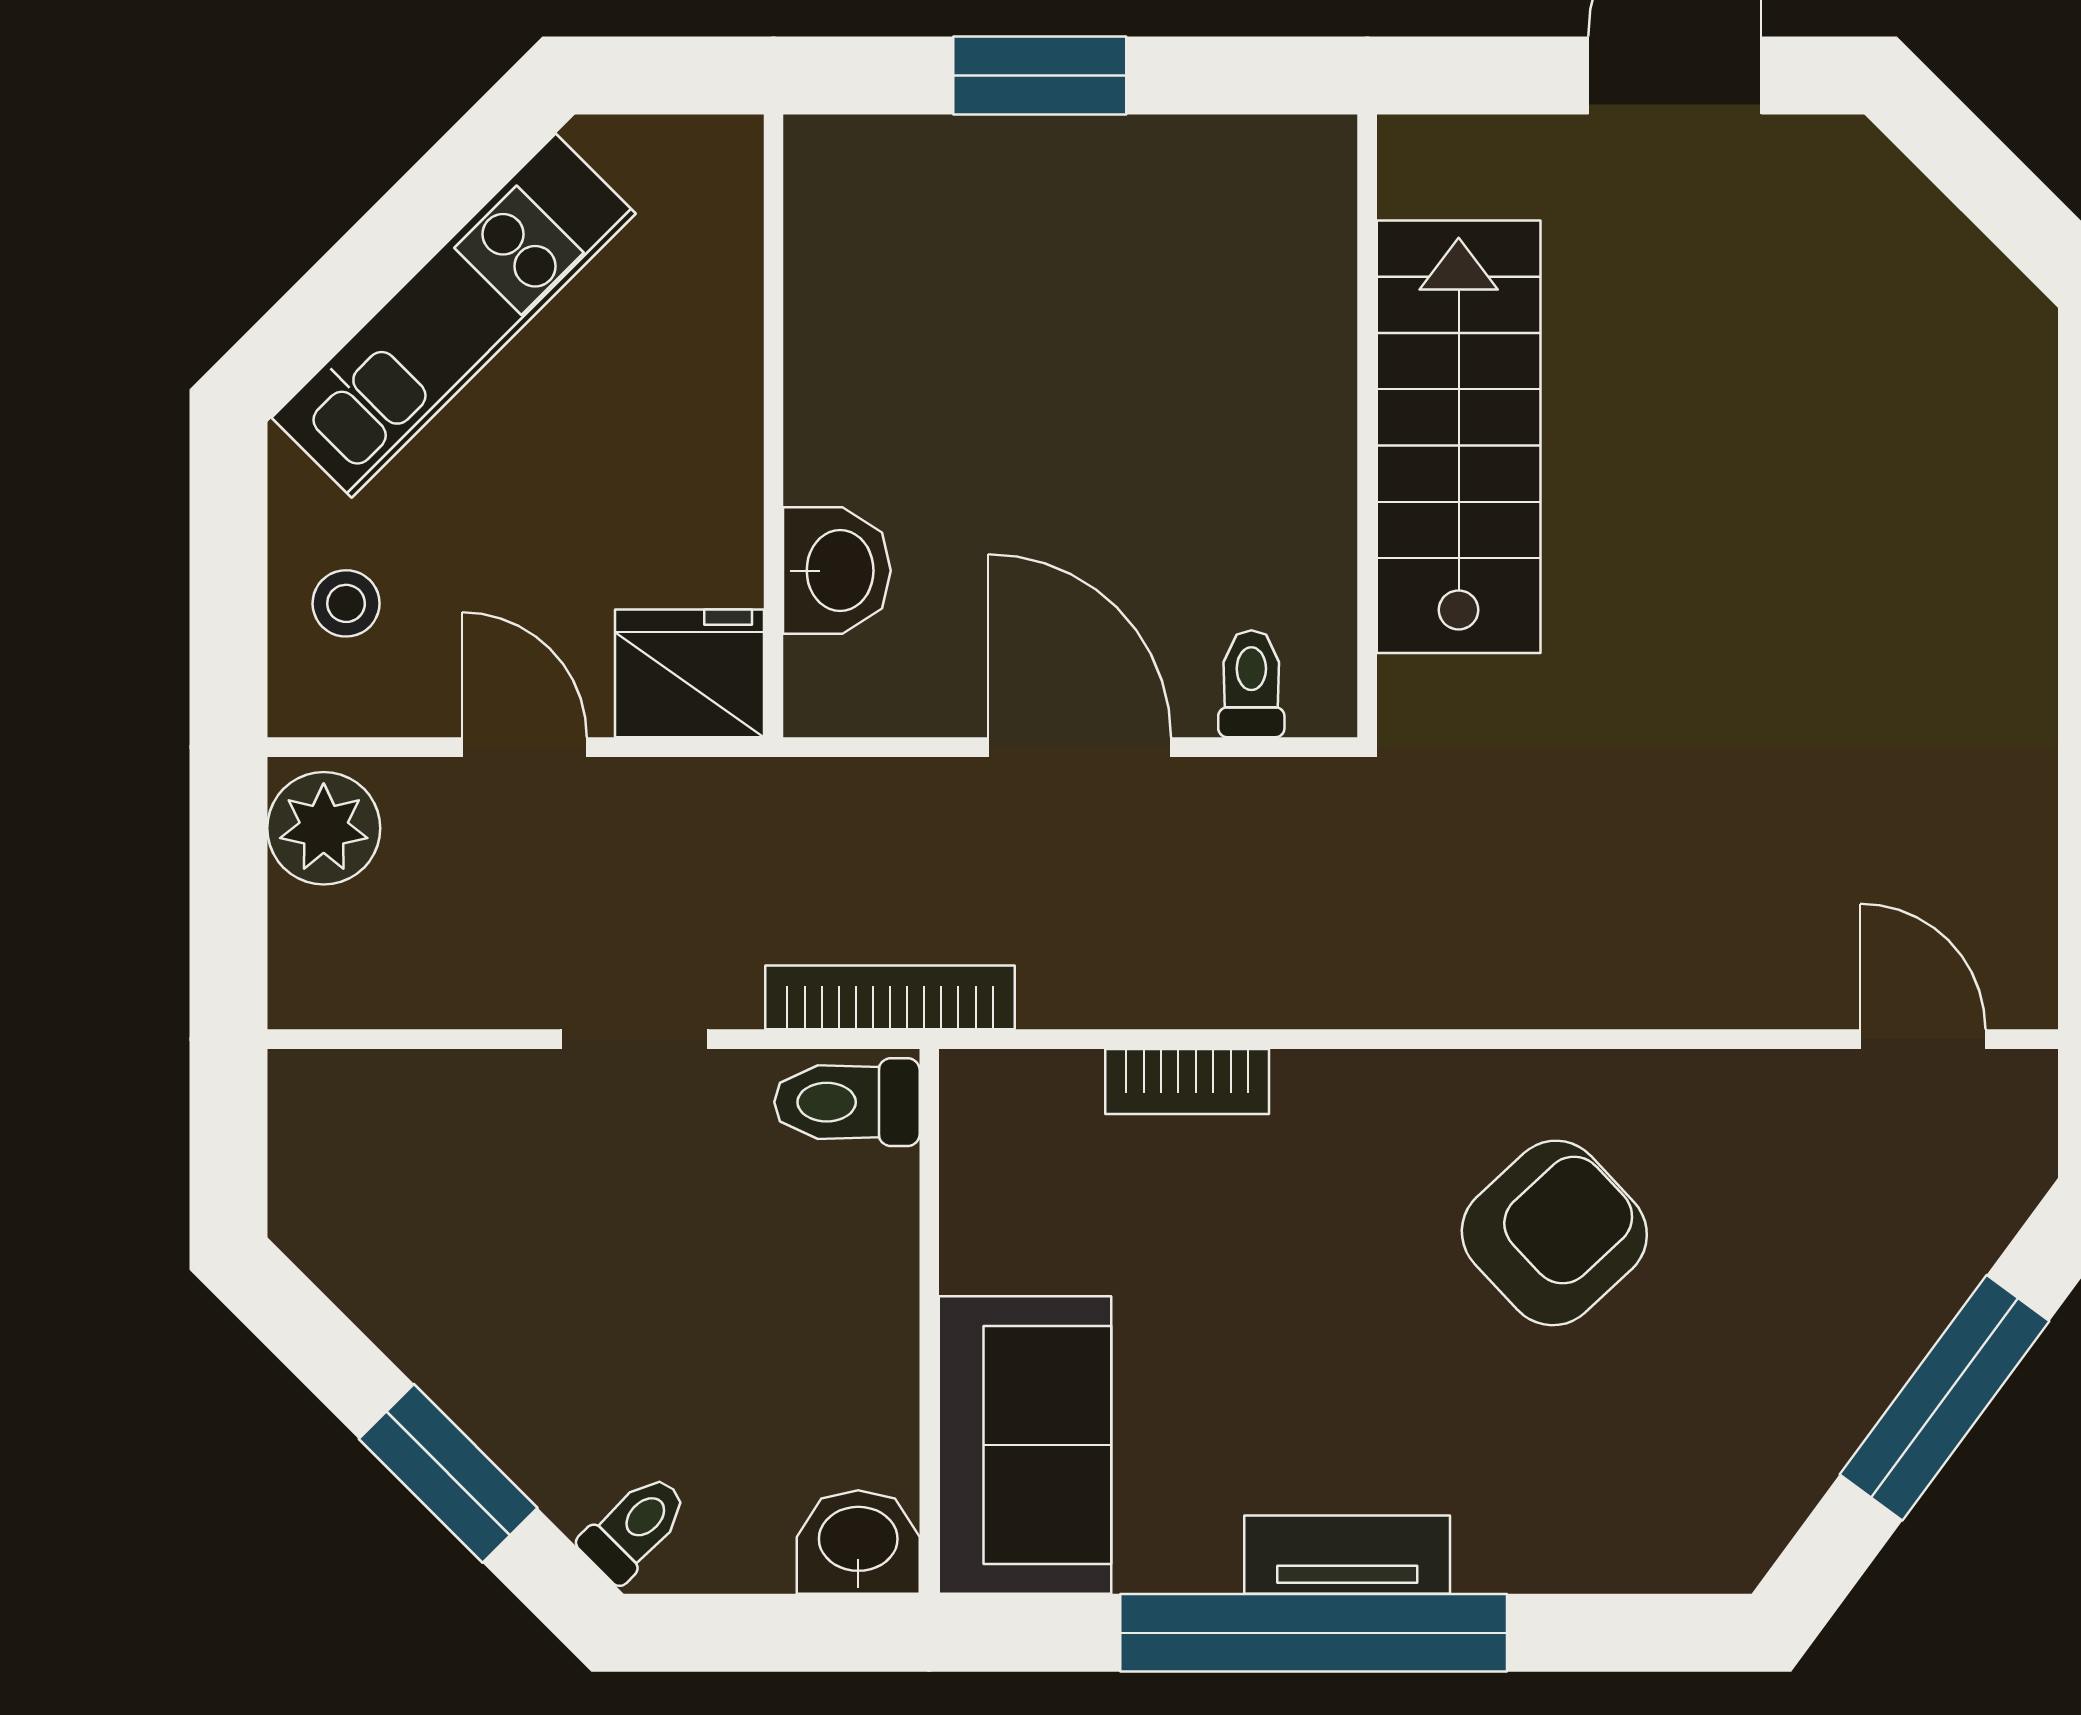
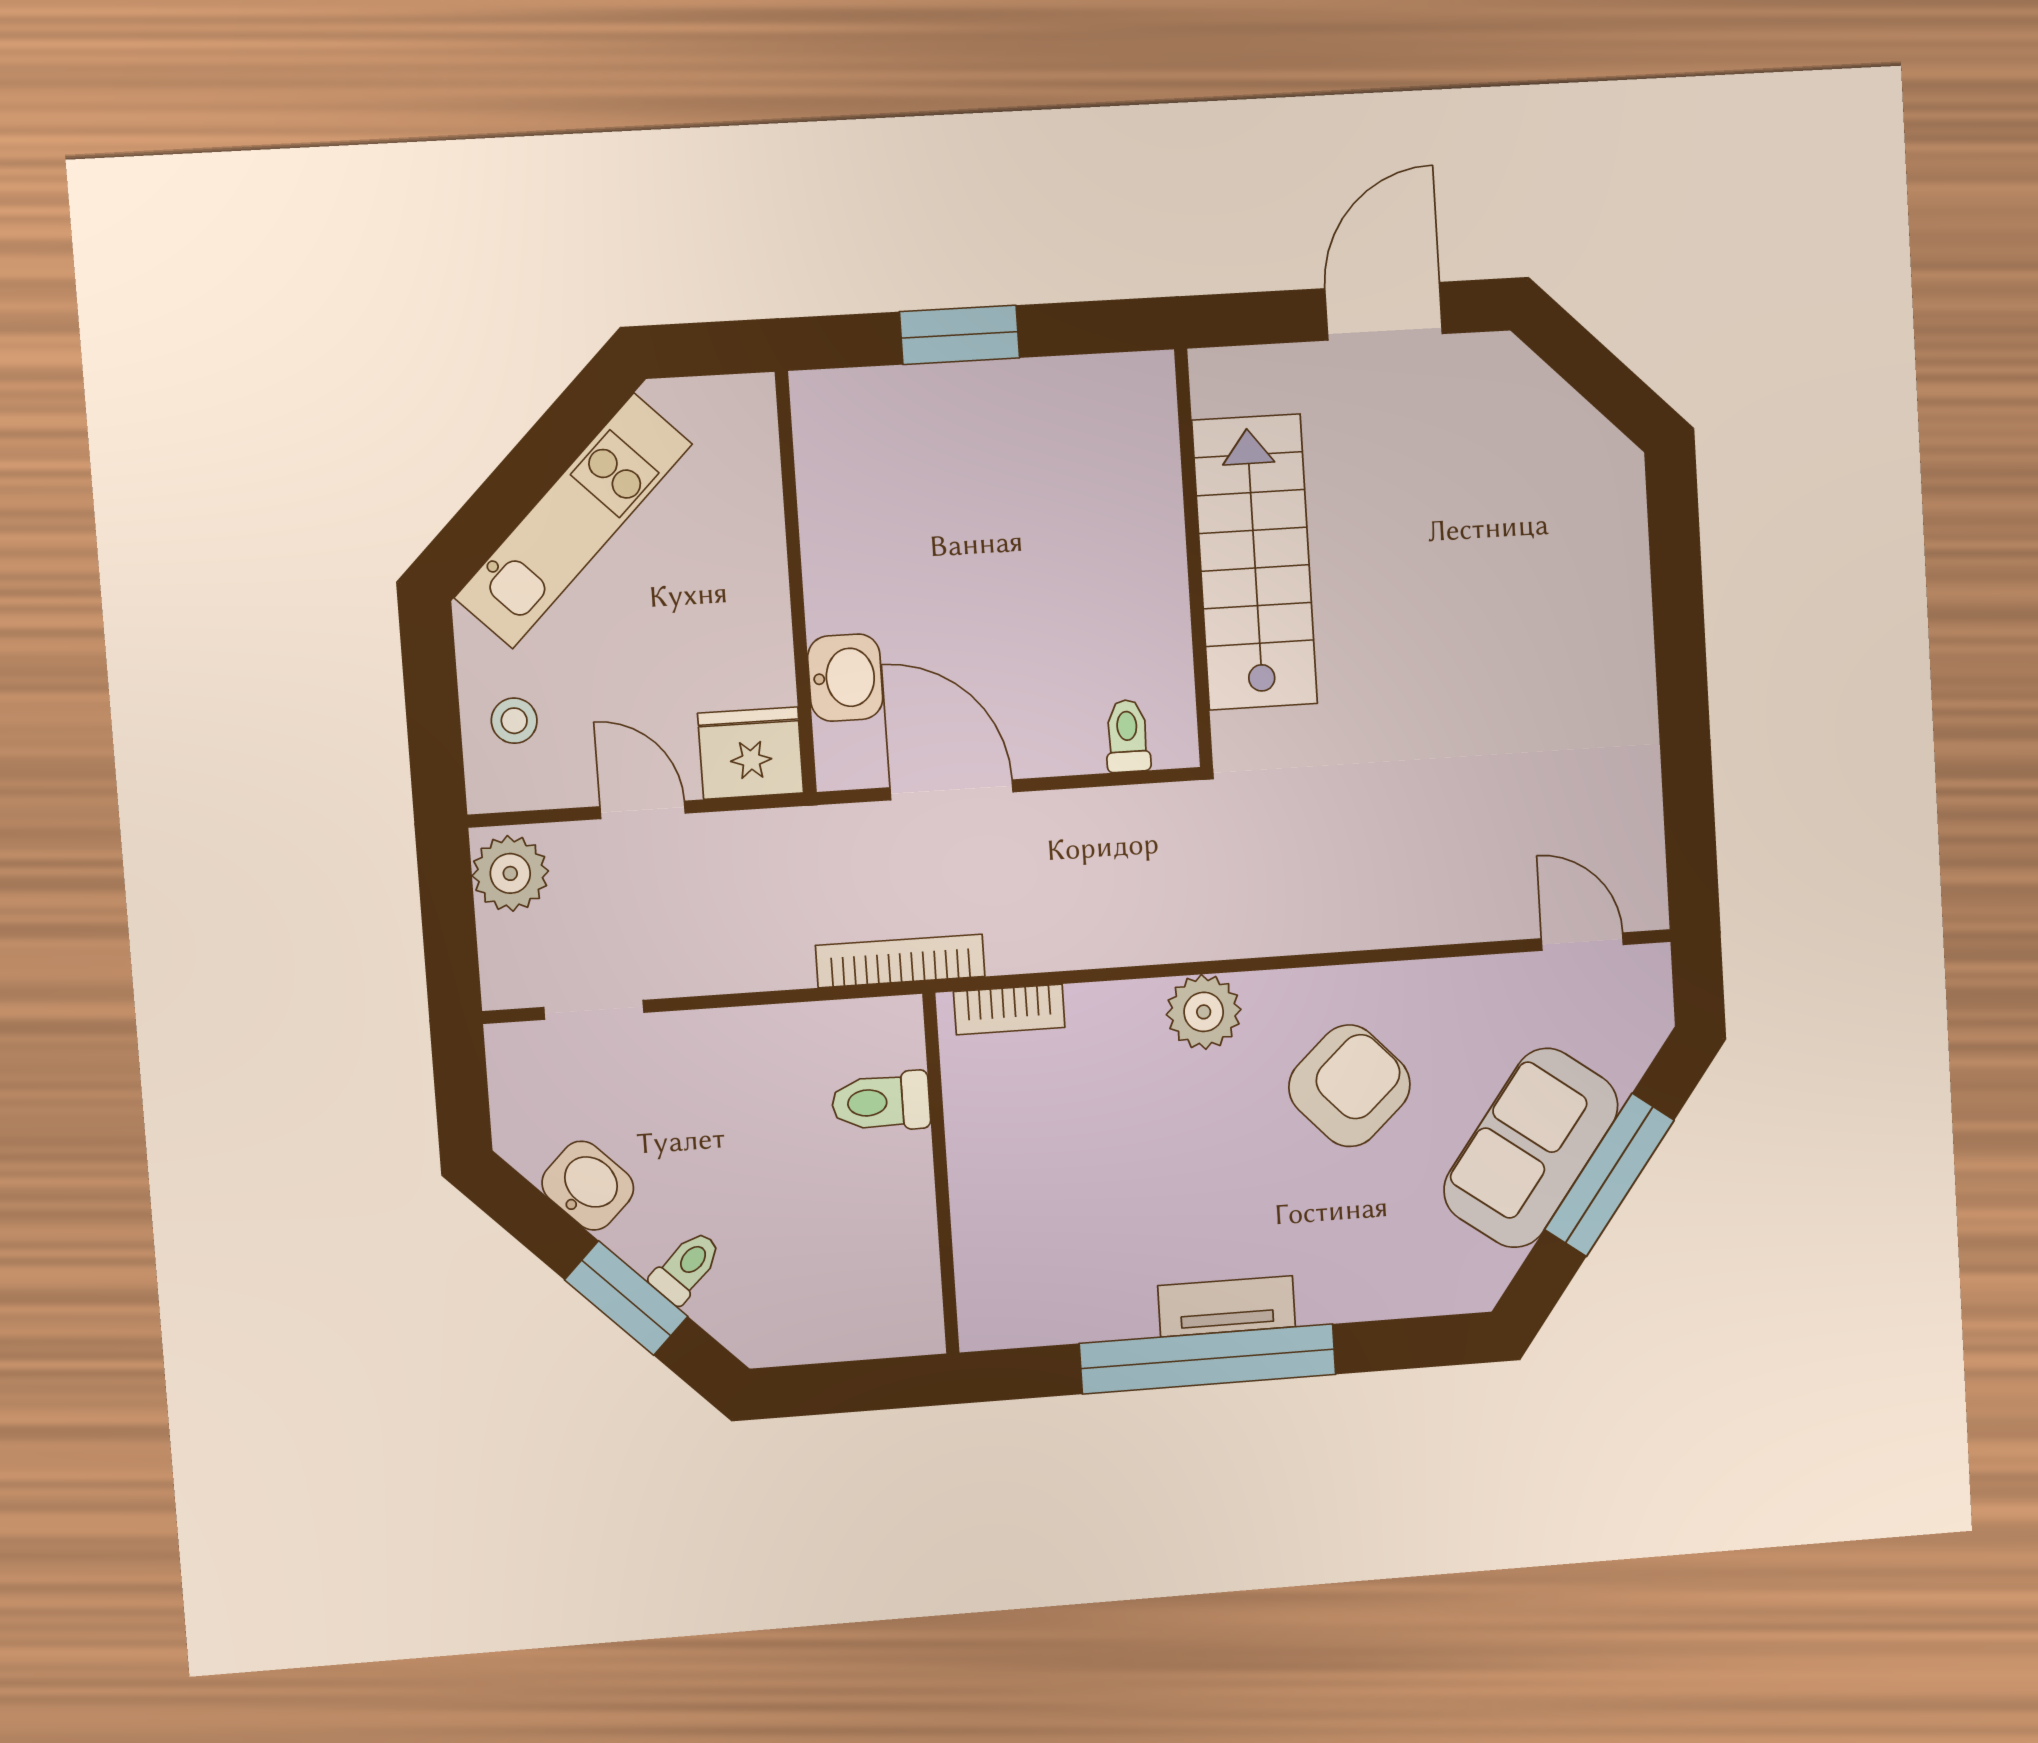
door: (1080, 747) -> (951, 790), moved
doorway: (634, 1039) -> (594, 1010), moved
bookcase: (1187, 1081) -> (1009, 1009), moved
toilet: (847, 1102) -> (881, 1102), moved
plant: (1340, 1106) -> (1204, 1012), added
sofa: (1025, 1445) -> (1531, 1148), moved, turned -144
toilet: (634, 1528) -> (686, 1267), moved
washbasin: (858, 1542) -> (588, 1186), moved, turned 45

